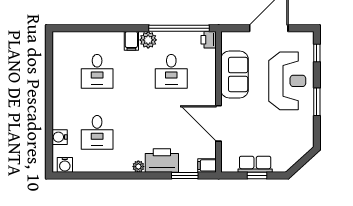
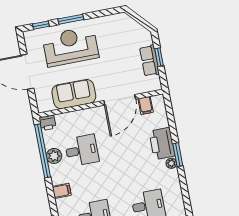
plant: (148, 40) -> (54, 156), moved
window: (317, 102) -> (71, 19), moved
filing cabinet: (207, 165) -> (146, 105), moved
window: (185, 175) -> (178, 155), moved

